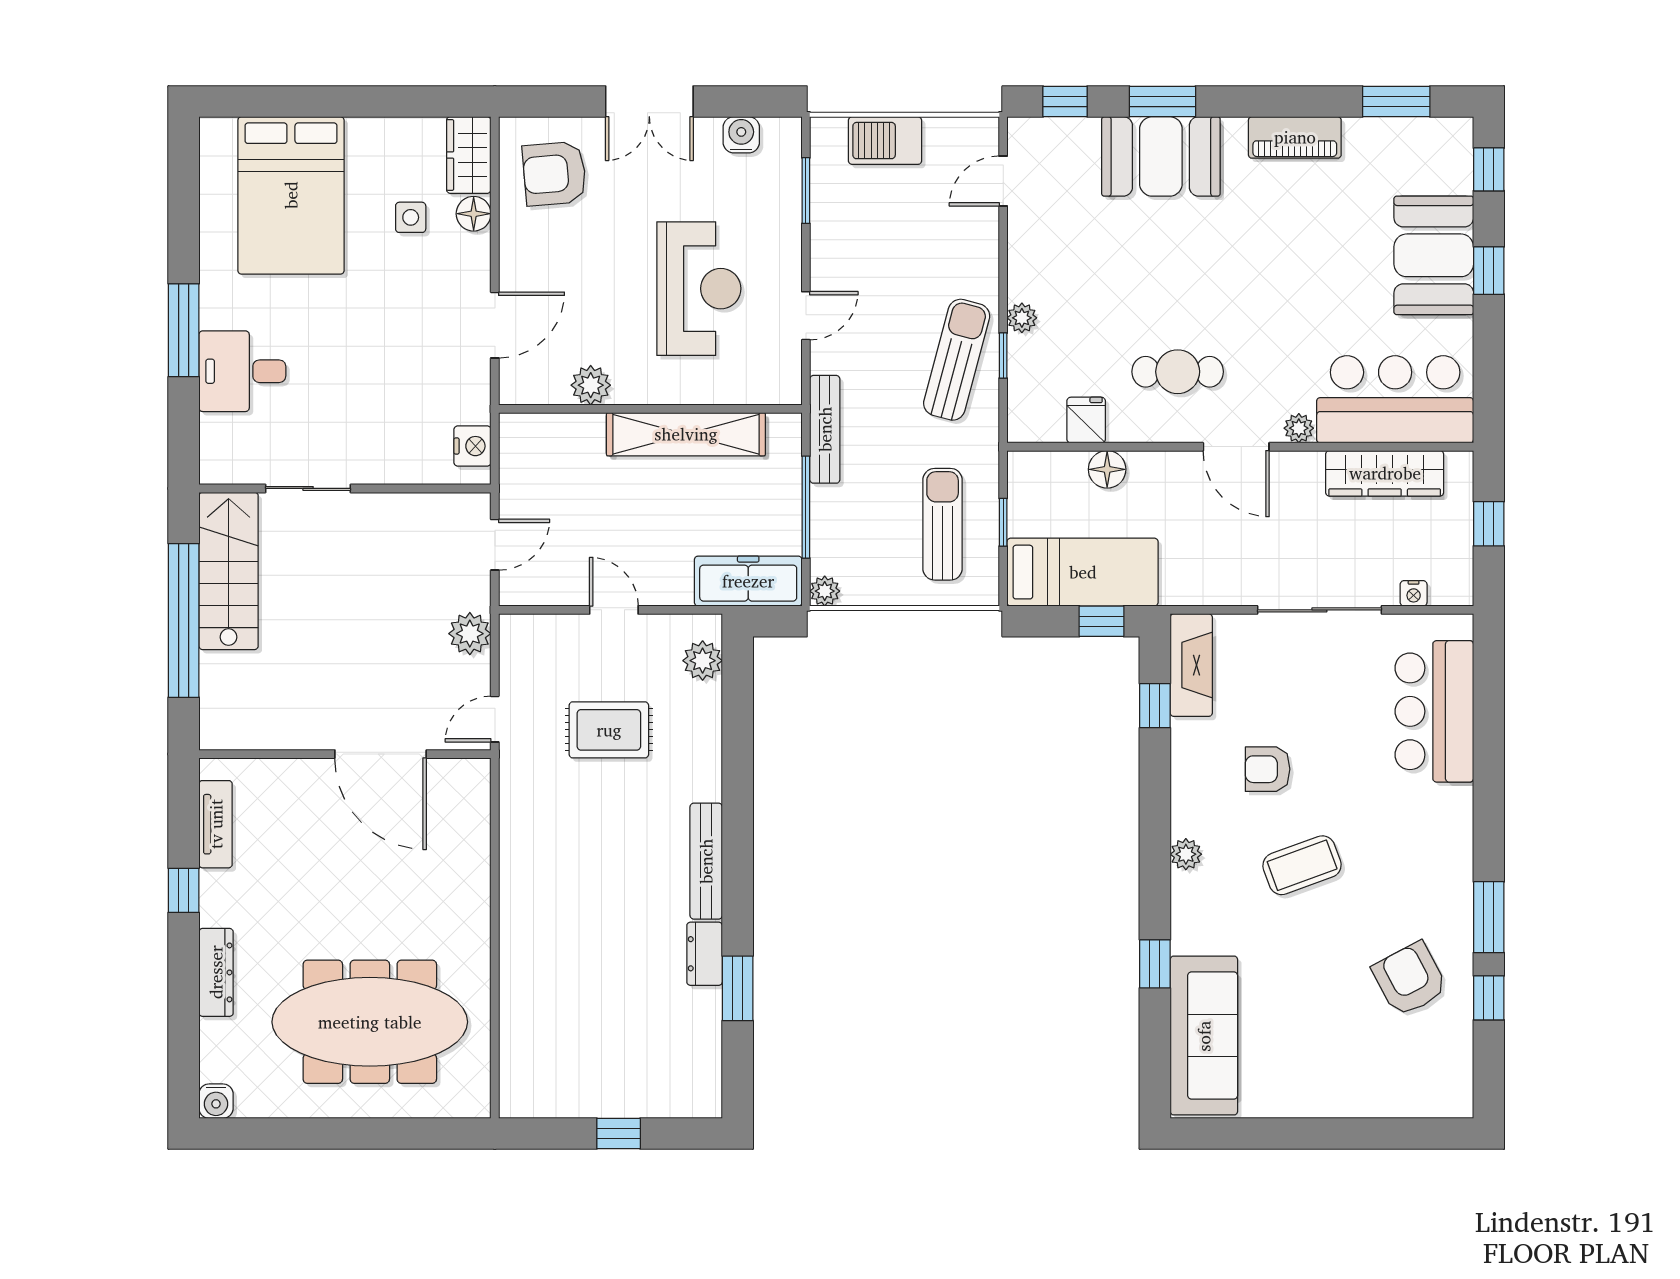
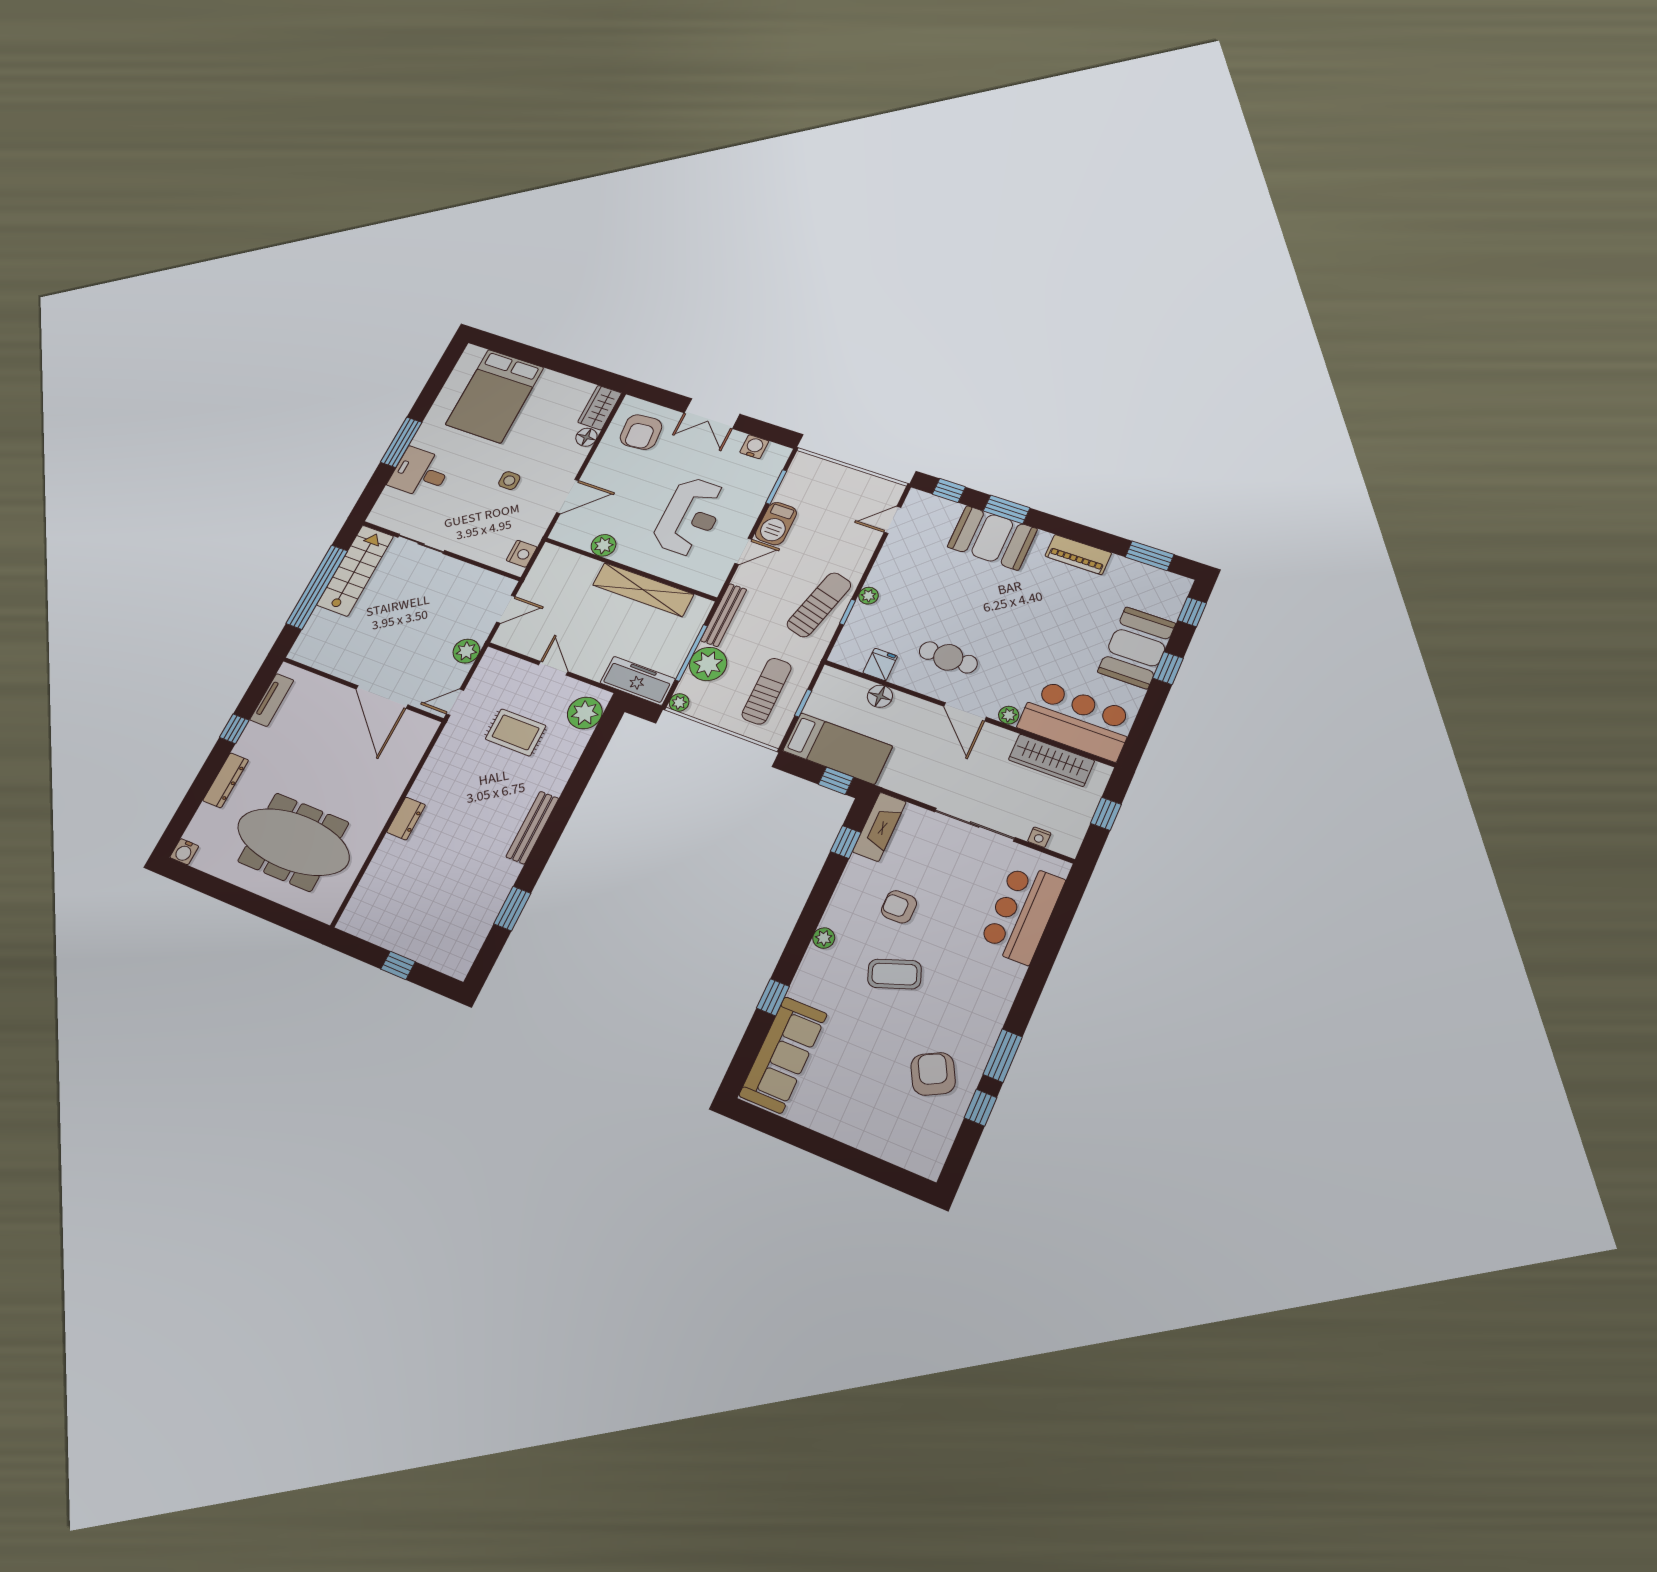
barbecue: (885, 141) -> (776, 524), moved, turned -90
armchair: (554, 174) -> (641, 432), turned -90
side table: (411, 217) -> (509, 481), moved
plant: (838, 515) -> (708, 664), added
plant: (703, 661) -> (585, 713), width x1.36, depth x1.36
dresser: (705, 954) -> (406, 818), moved, turned 180

